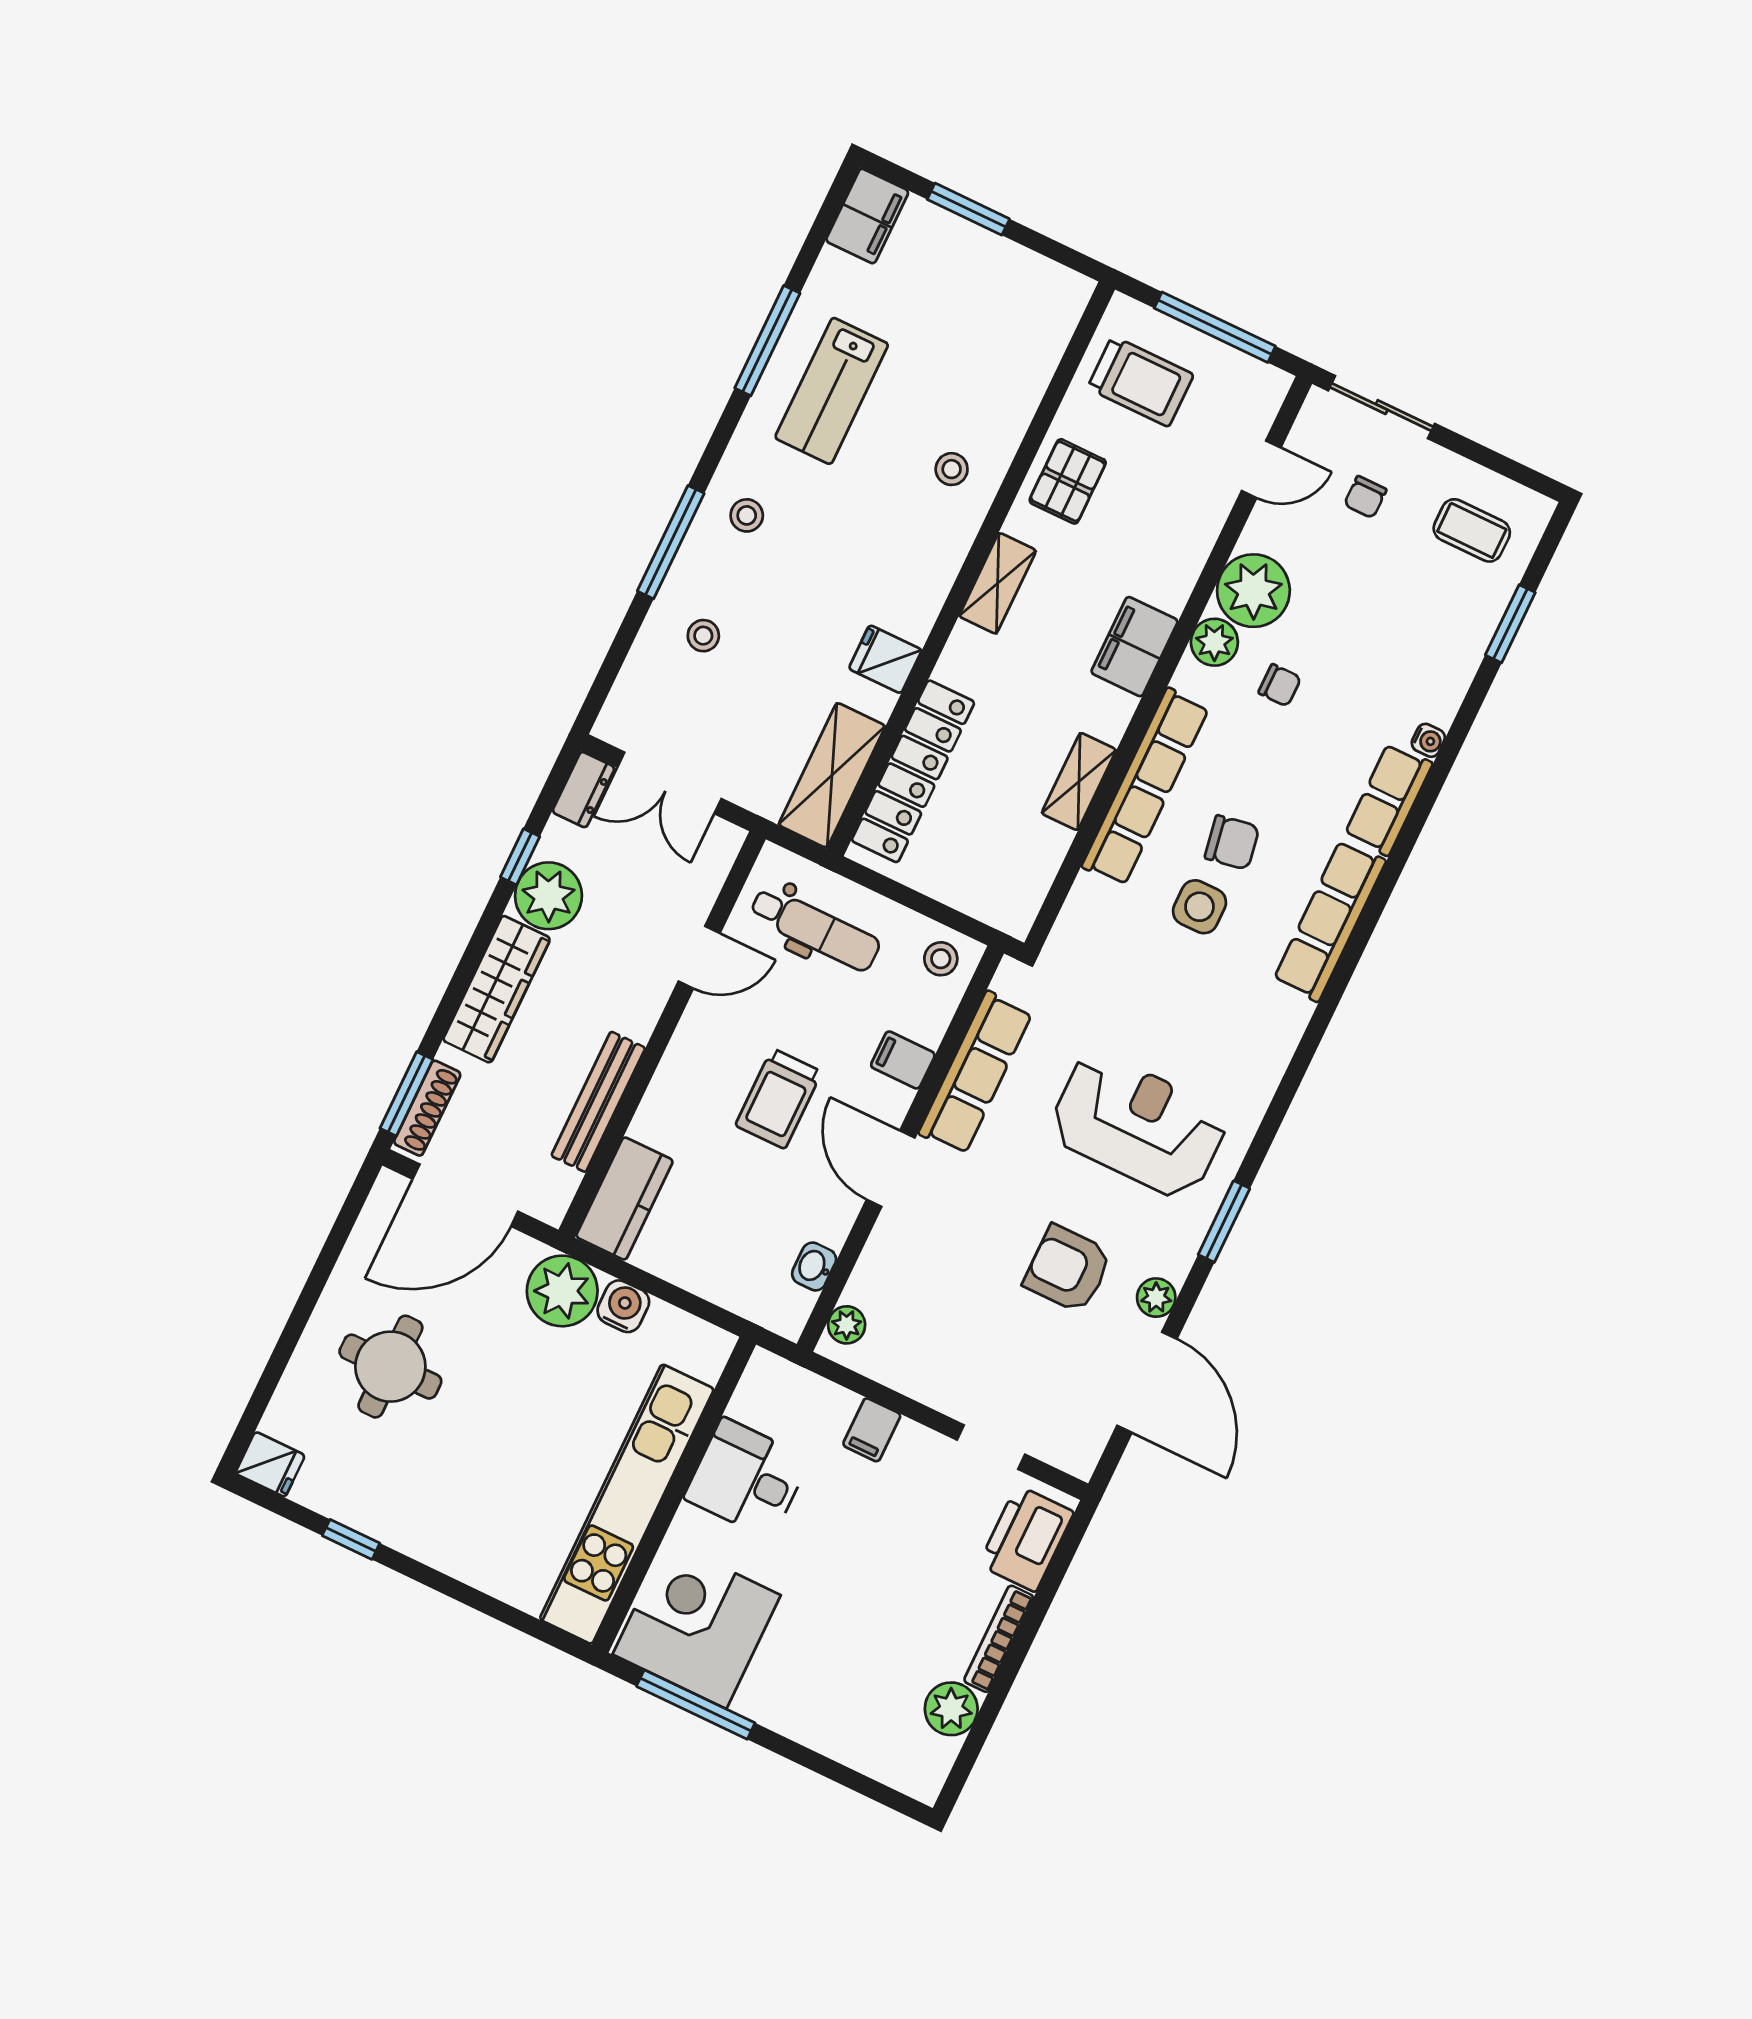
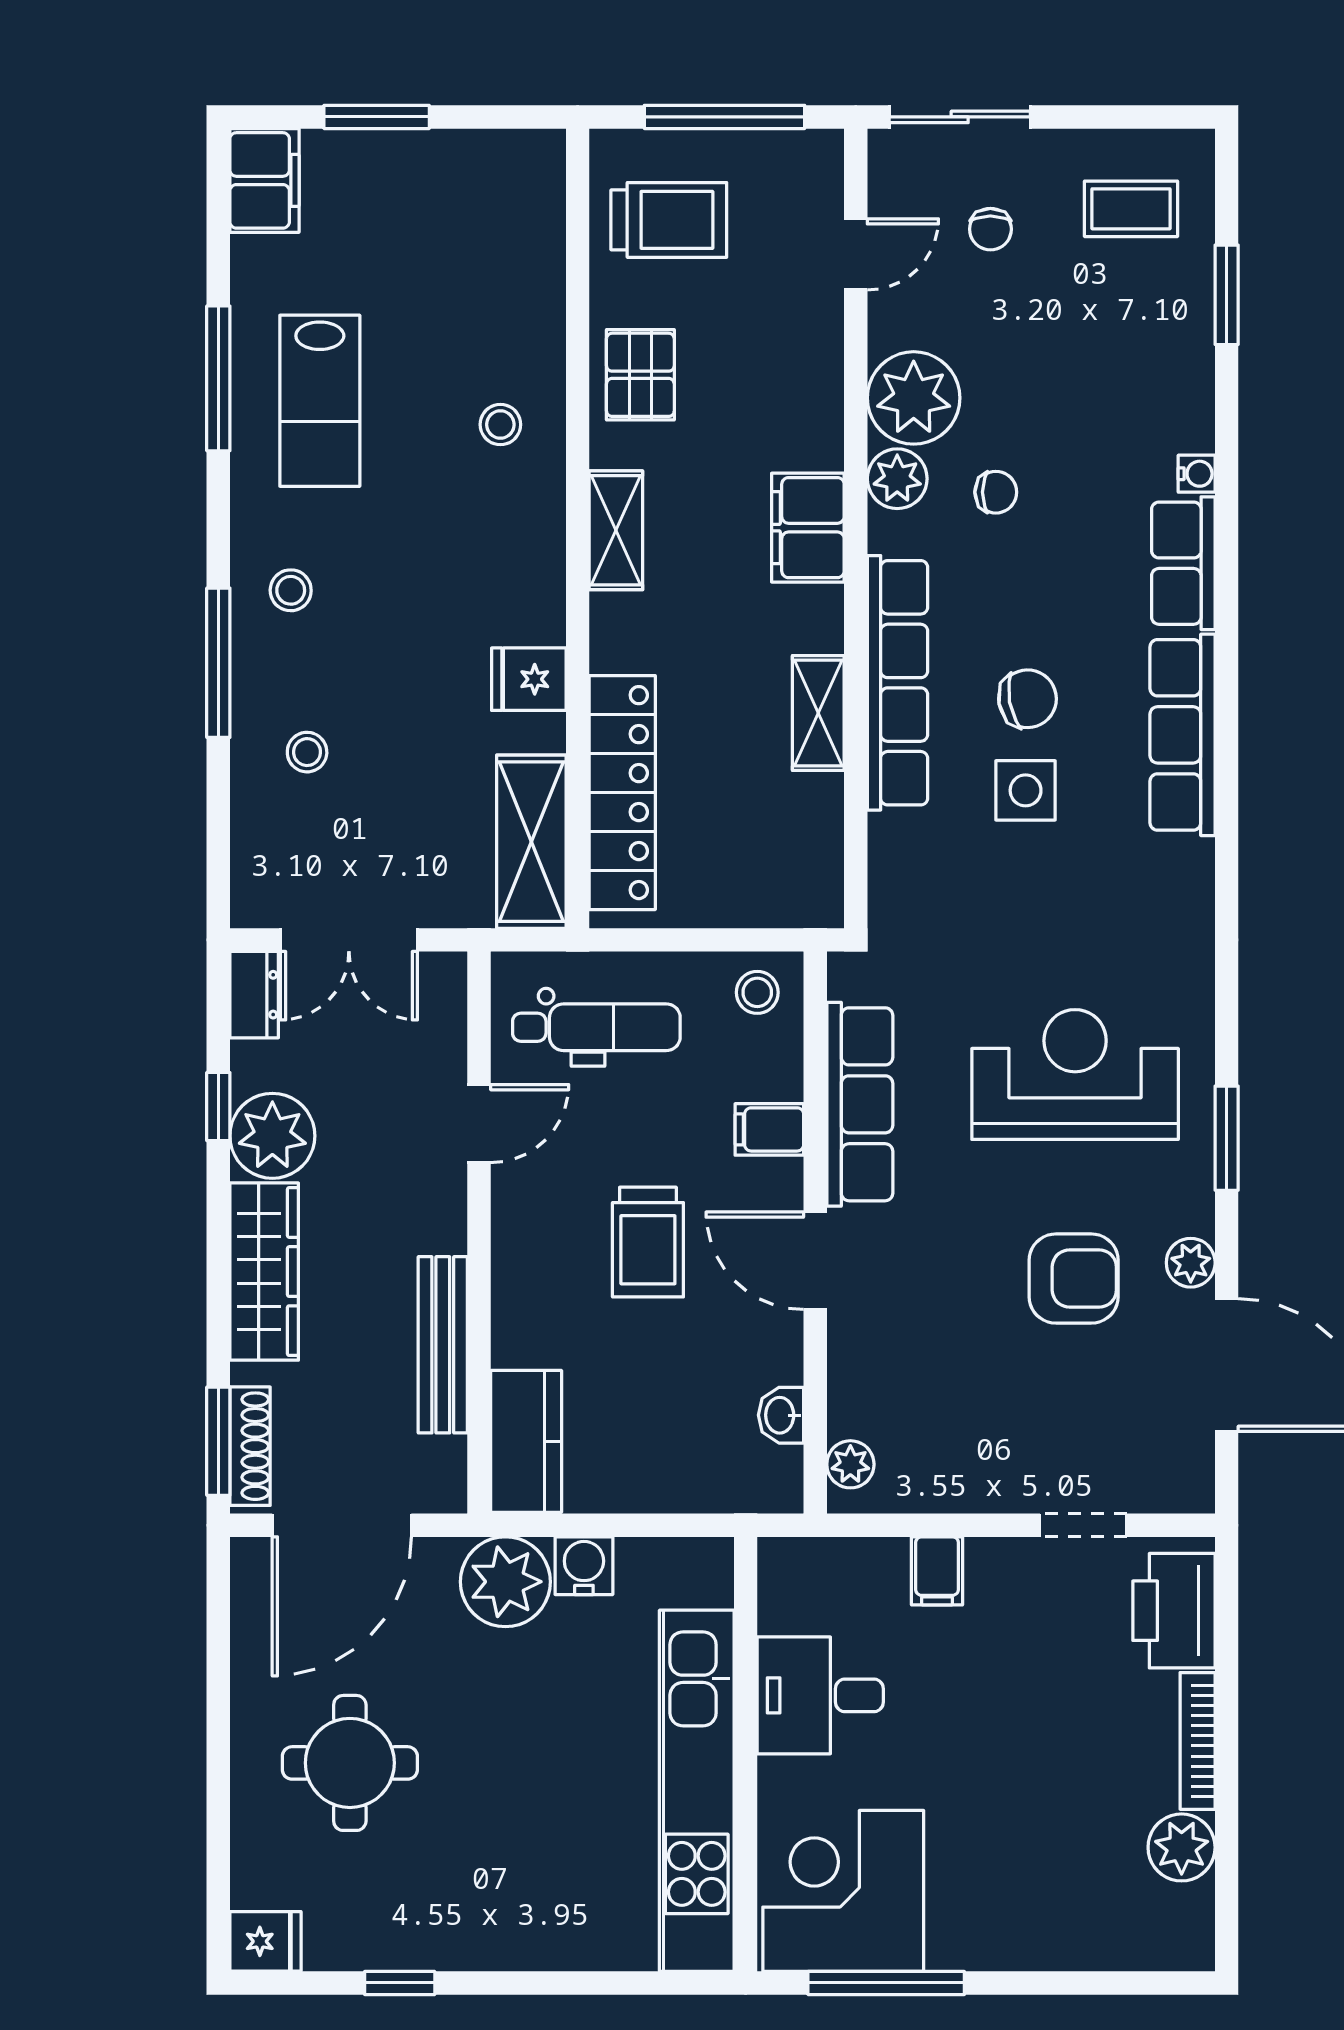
armchair: (1068, 1269) -> (1074, 1279), turned 180

